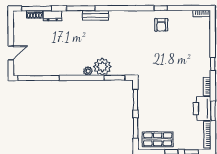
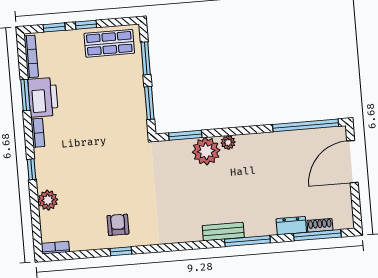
plant: (204, 44) -> (48, 200), added
door: (11, 53) -> (352, 162), width x1.88

